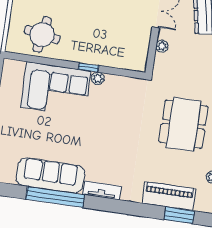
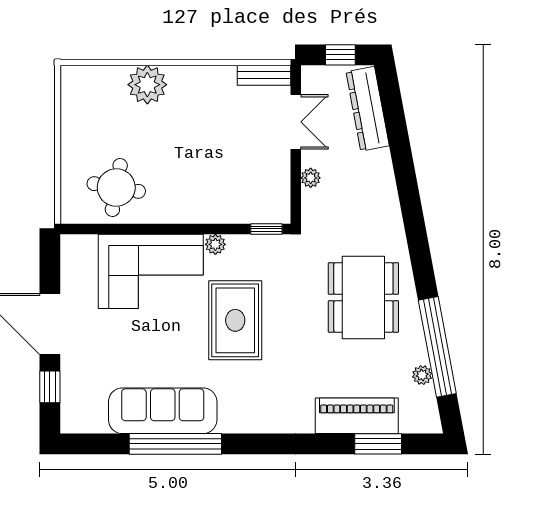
window: (89, 67) -> (266, 229), moved
rug: (103, 127) -> (235, 320), added
tv unit: (102, 190) -> (249, 422), removed

